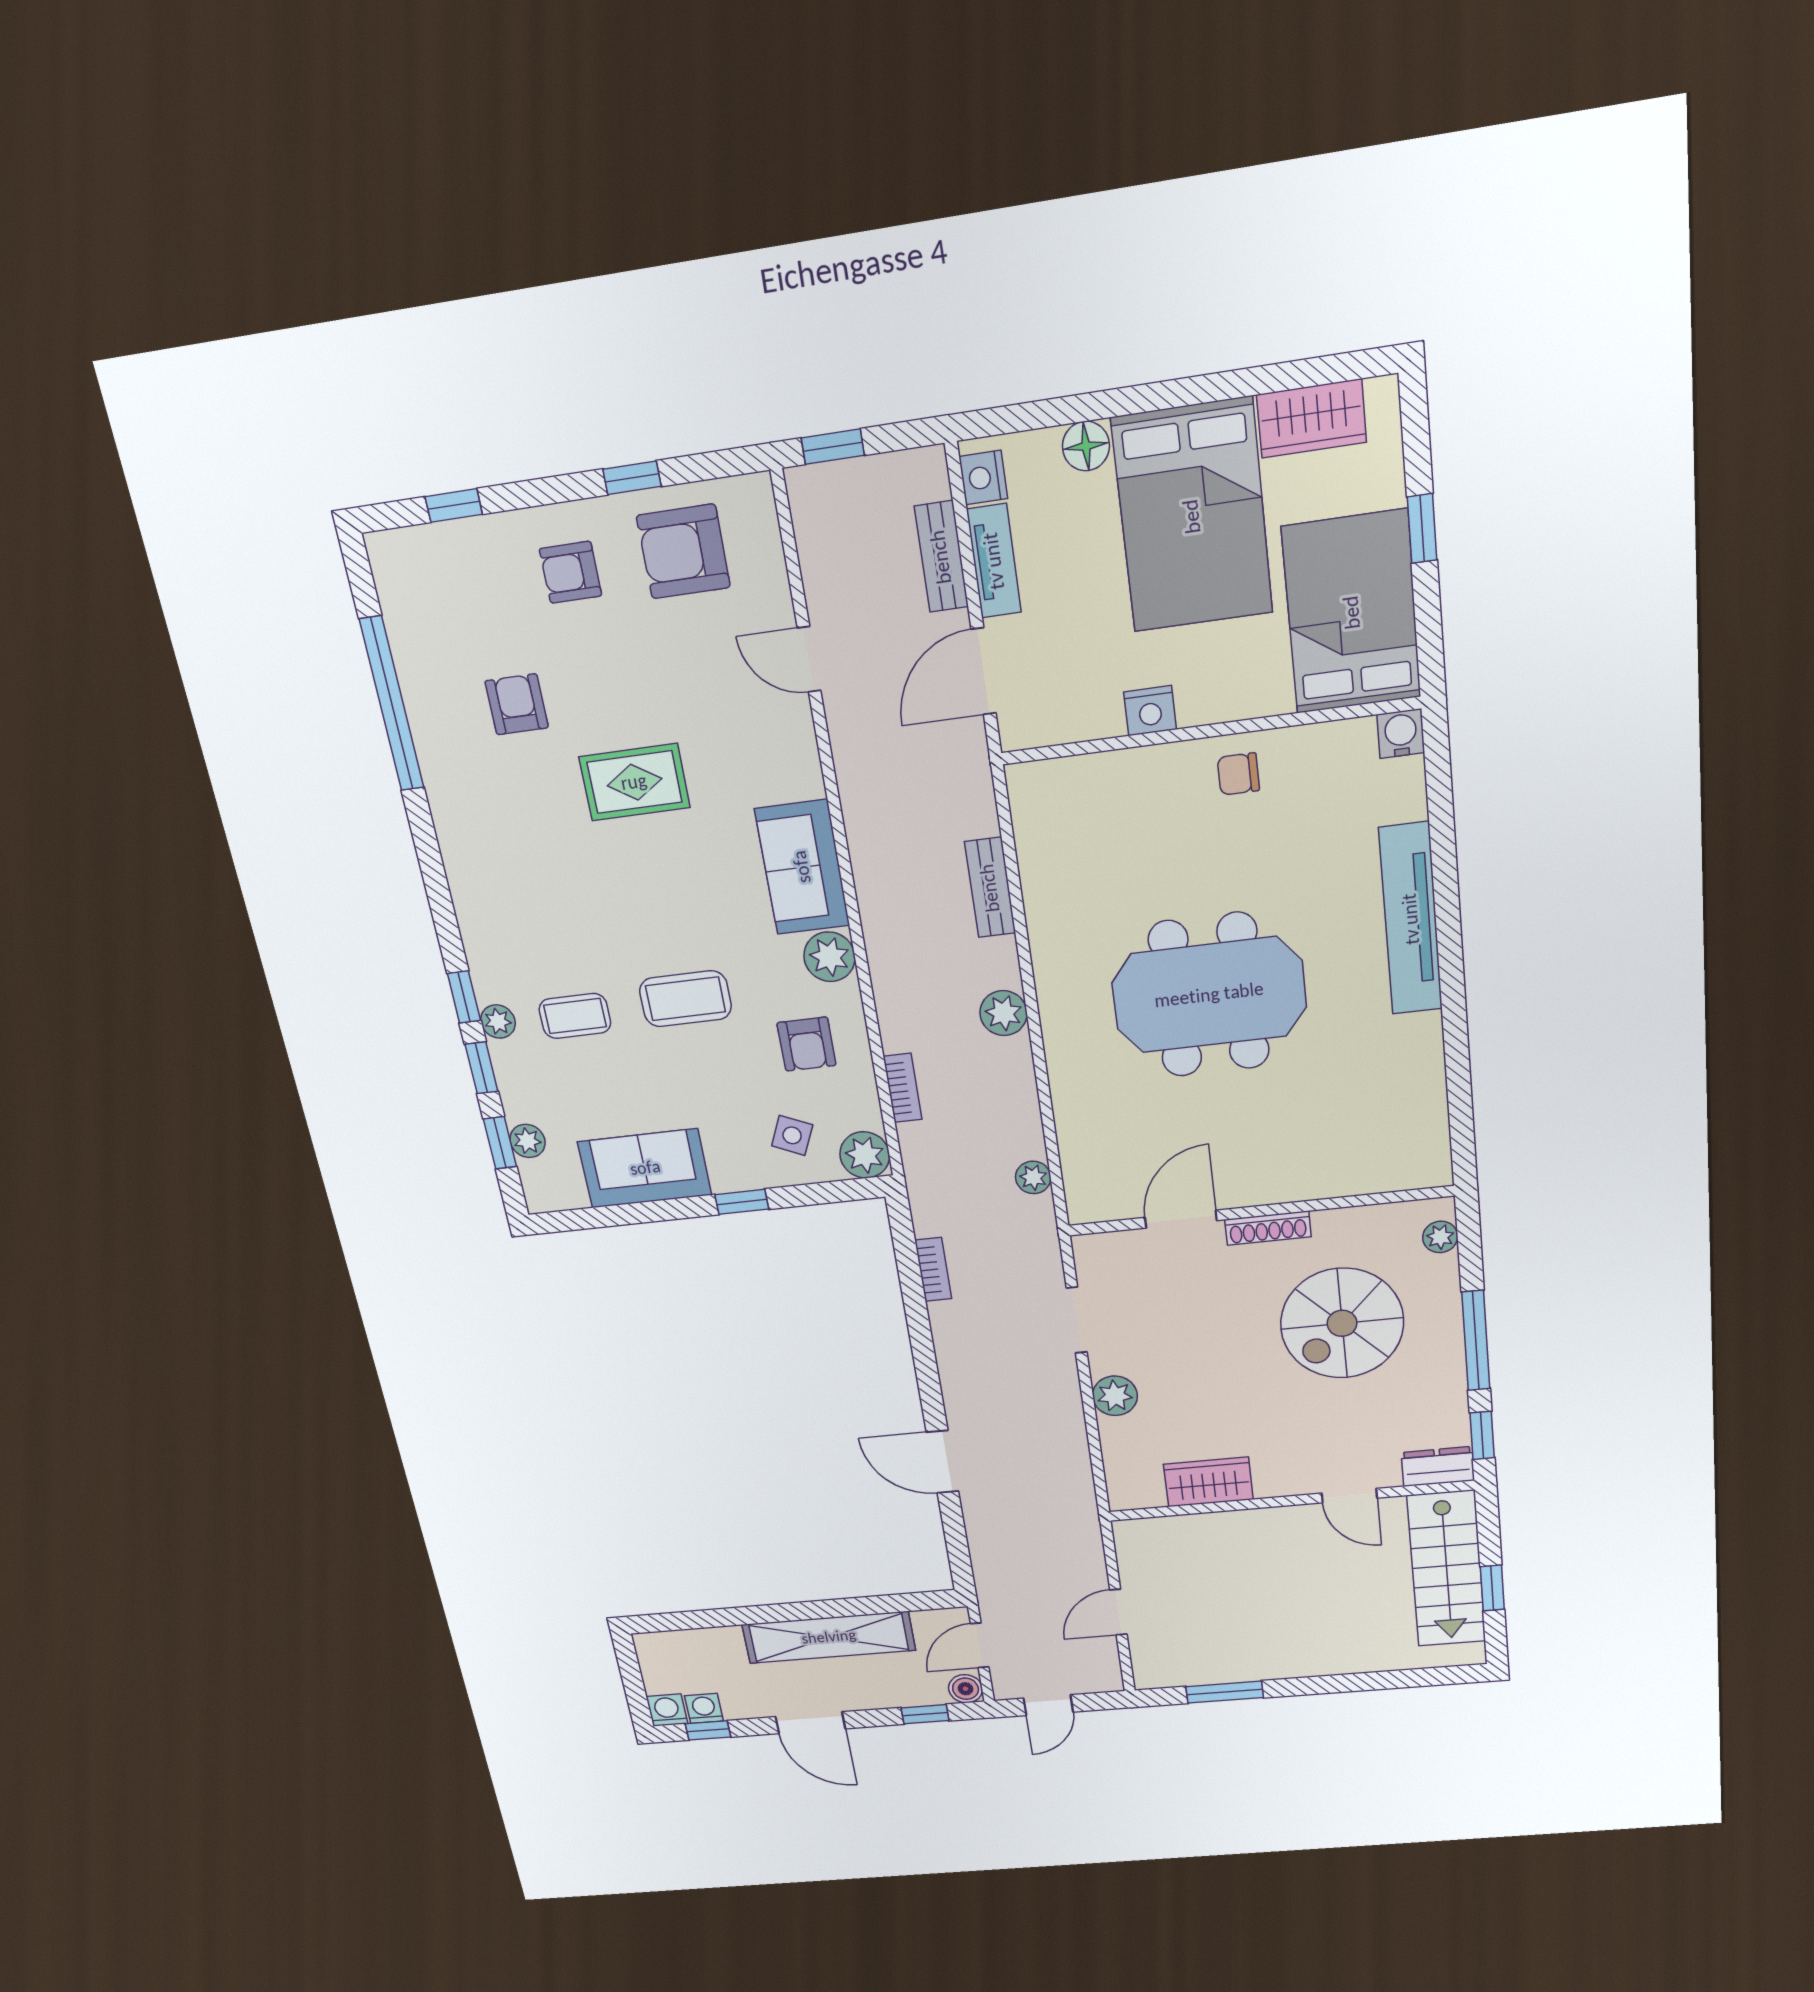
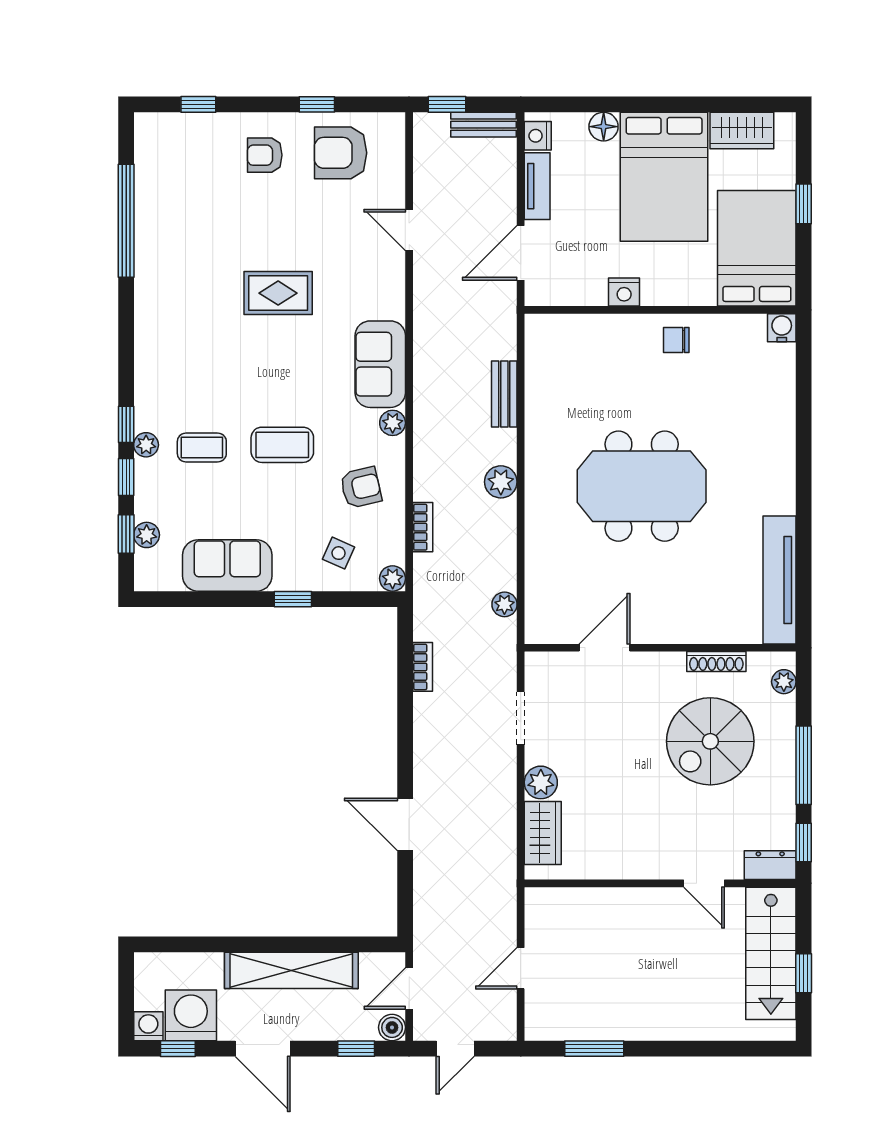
bench: (941, 557) -> (484, 125), moved, turned 90
armchair: (517, 704) -> (210, 232), removed
tv unit: (1411, 919) -> (779, 580), moved
plant: (829, 957) -> (393, 423), width x0.73, depth x0.73
armchair: (806, 1044) -> (361, 487), turned -103
plant: (865, 1155) -> (393, 578), width x0.73, depth x0.73
shoe rack: (1268, 1228) -> (716, 662), moved
wardrobe: (1208, 1482) -> (543, 833), moved, turned 90
washing machine: (704, 1708) -> (191, 1015), width x1.89, depth x1.89

